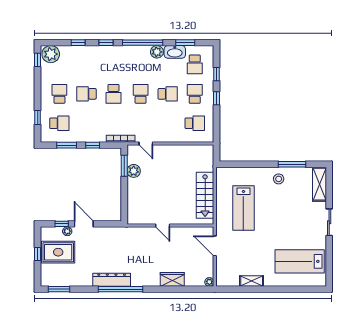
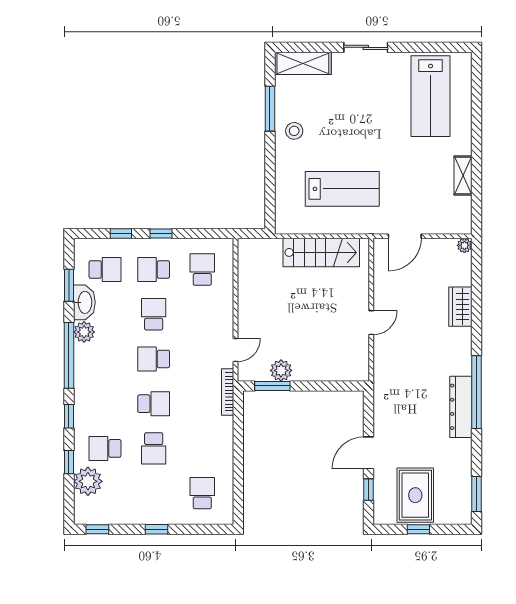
plant: (51, 54) -> (88, 481), moved
school desk: (59, 94) -> (105, 448), moved
window: (38, 118) -> (157, 529), moved
window: (67, 145) -> (238, 481), removed
window: (93, 145) -> (238, 438), removed
plant: (67, 231) -> (381, 480), removed

